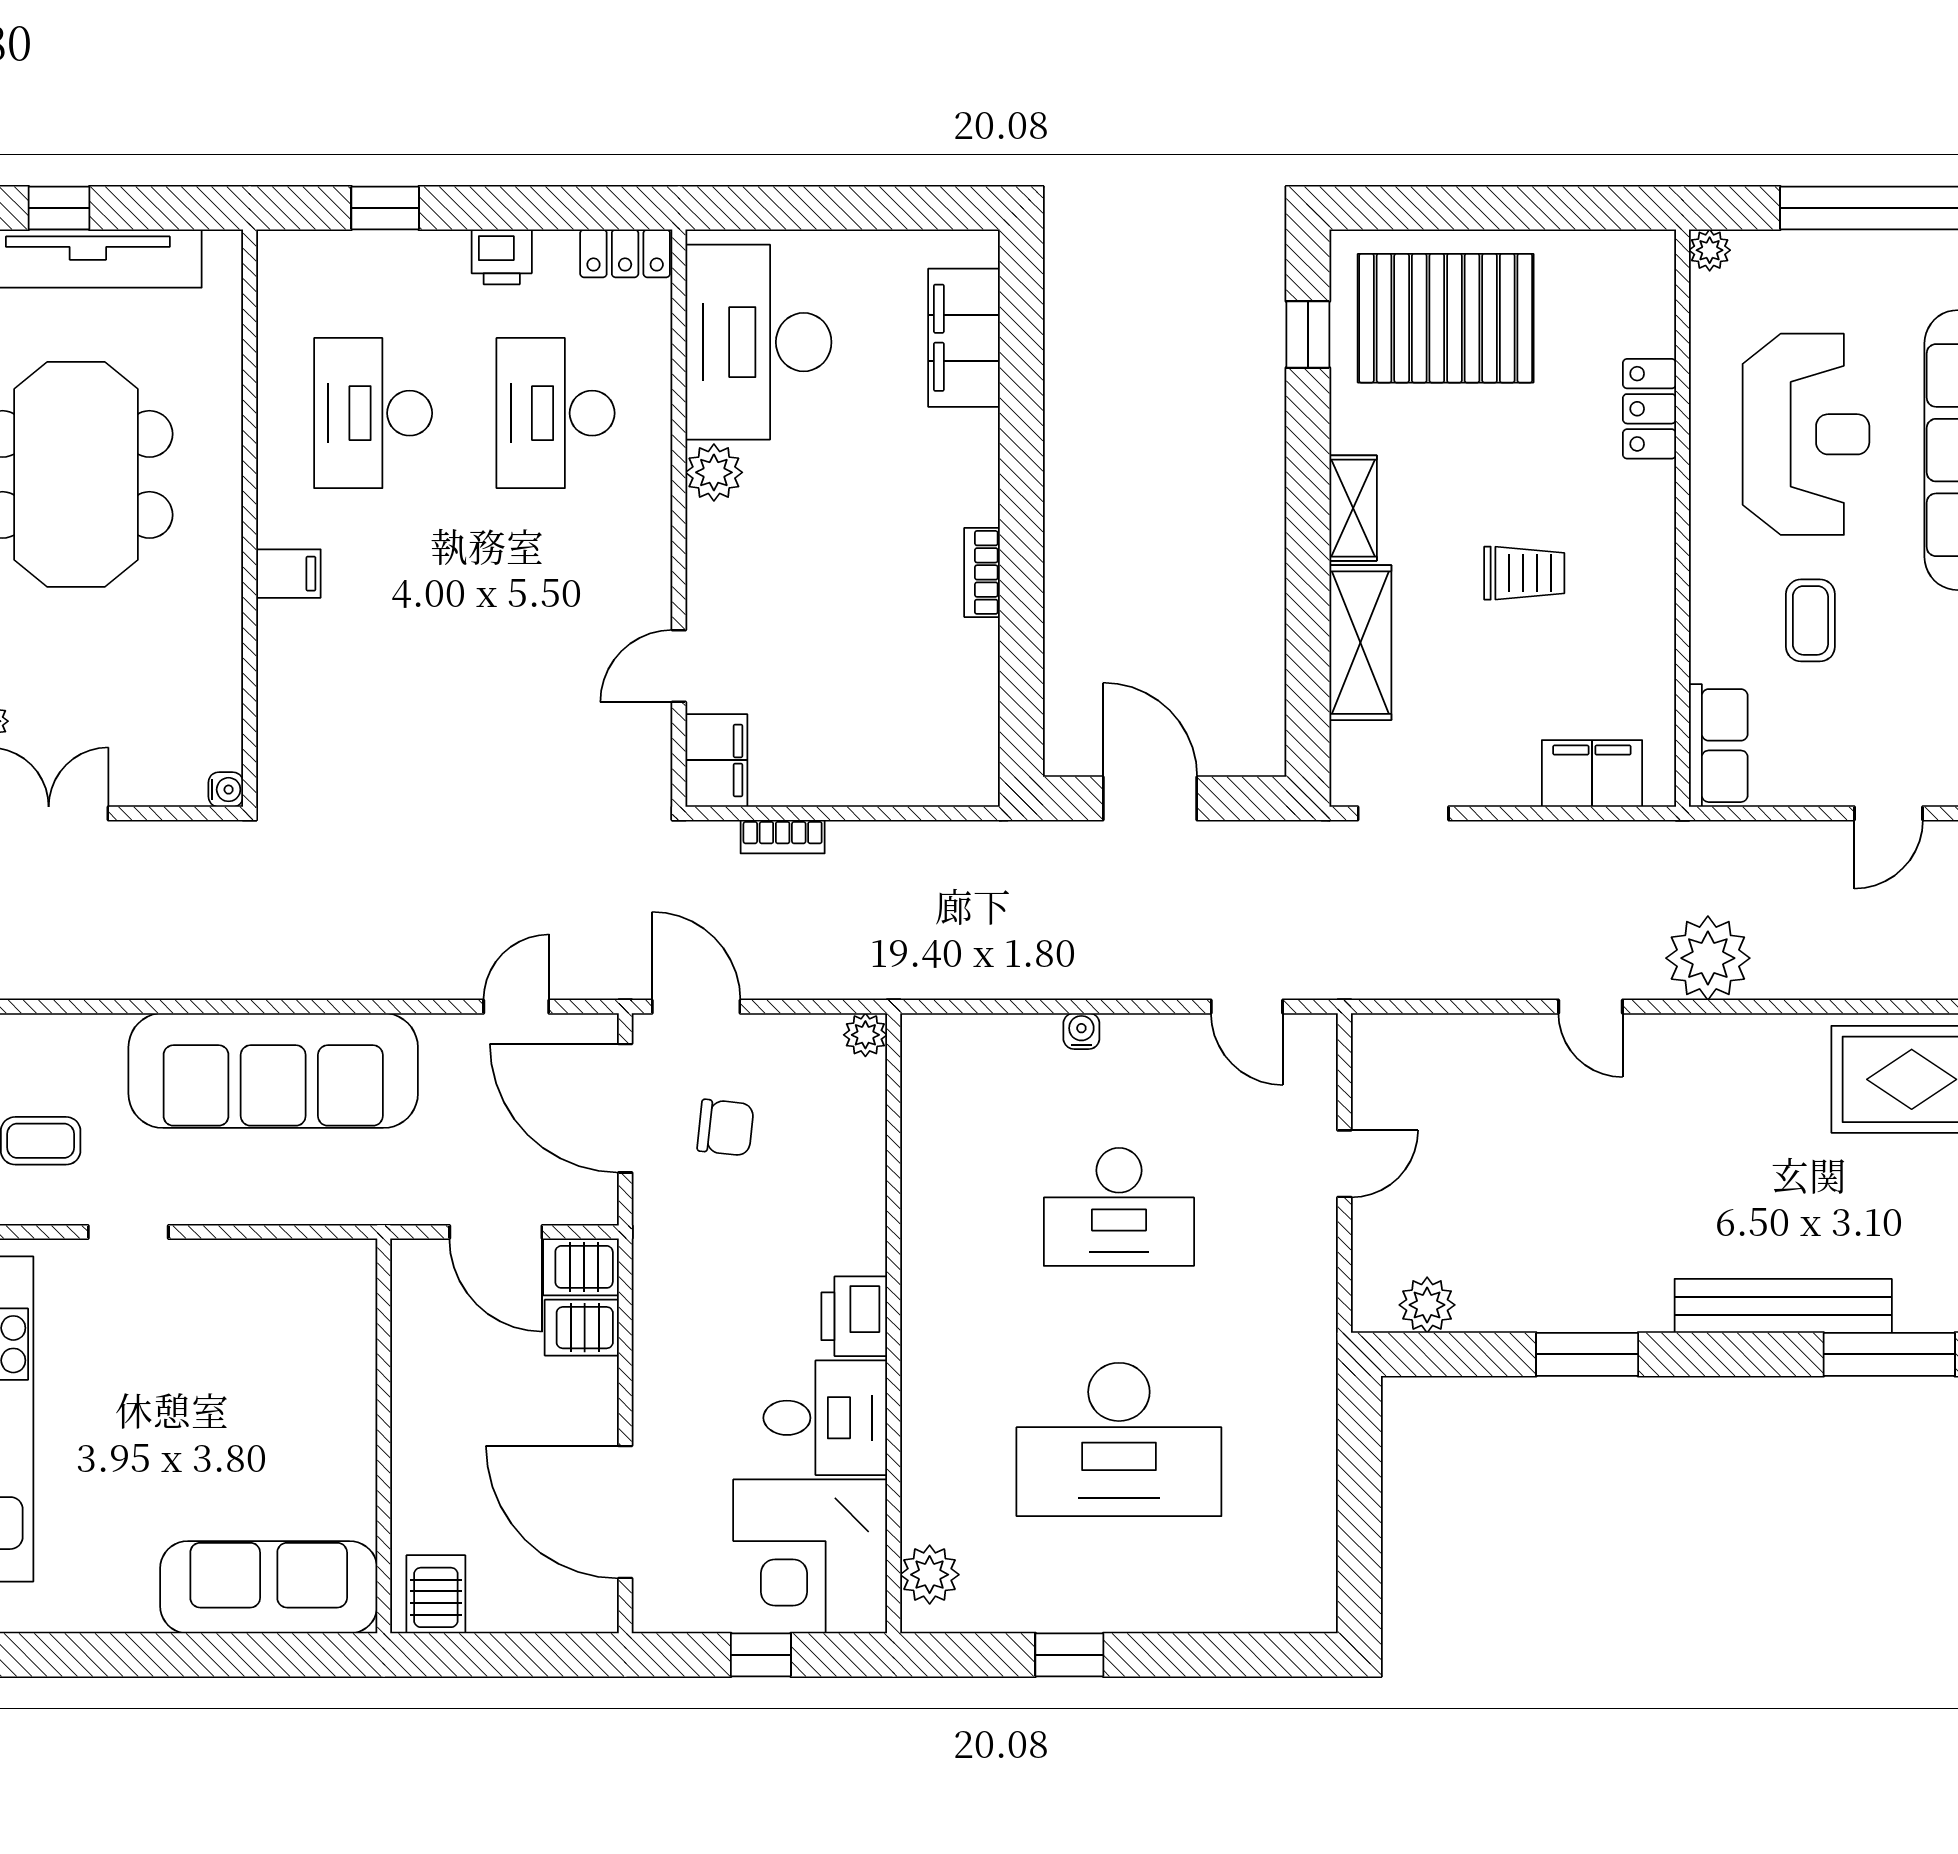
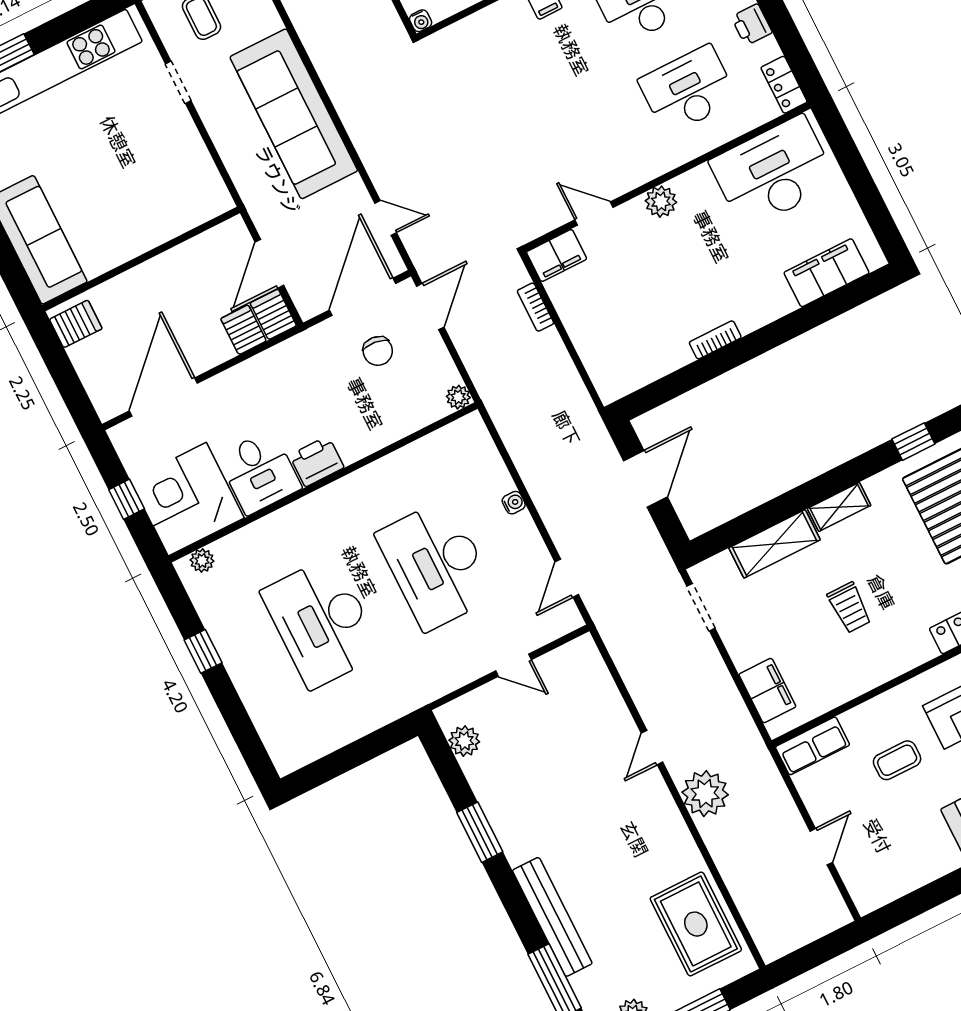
plant: (714, 472) -> (661, 202), moved
door: (1888, 813) -> (821, 847), swing flipped
desk: (1119, 1207) -> (436, 565), width x1.36, depth x1.30
plant: (930, 1575) -> (202, 561), width x0.73, depth x0.73

